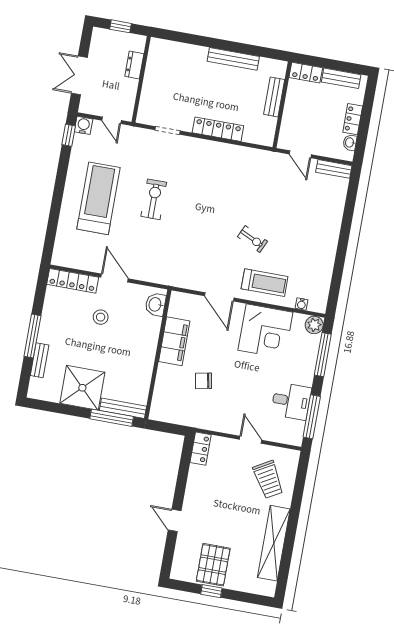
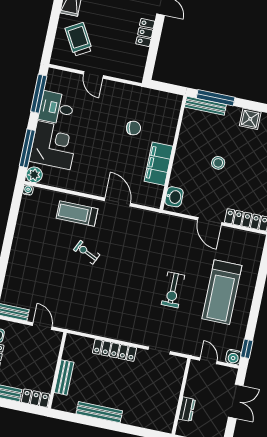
water cooler: (302, 304) -> (28, 190), moved
stool: (101, 317) -> (218, 163), moved
corner desk: (265, 331) -> (54, 145), moved, turned 90
shower: (82, 388) -> (250, 119), width x0.54, depth x0.54
locker: (201, 449) -> (145, 33), moved

